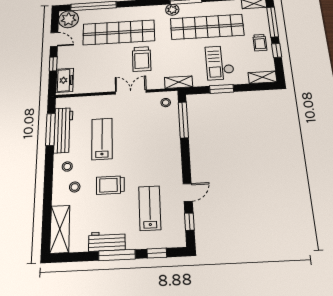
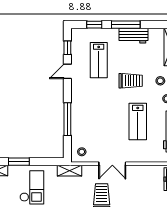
window: (222, 89) -> (19, 162), moved
window: (183, 120) -> (67, 119), moved

